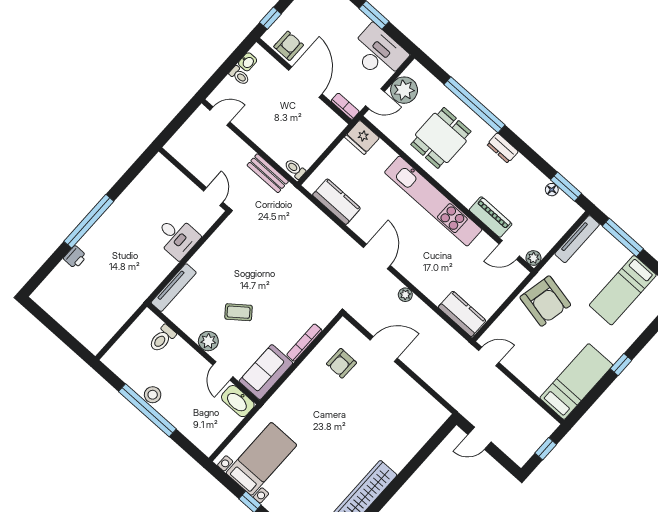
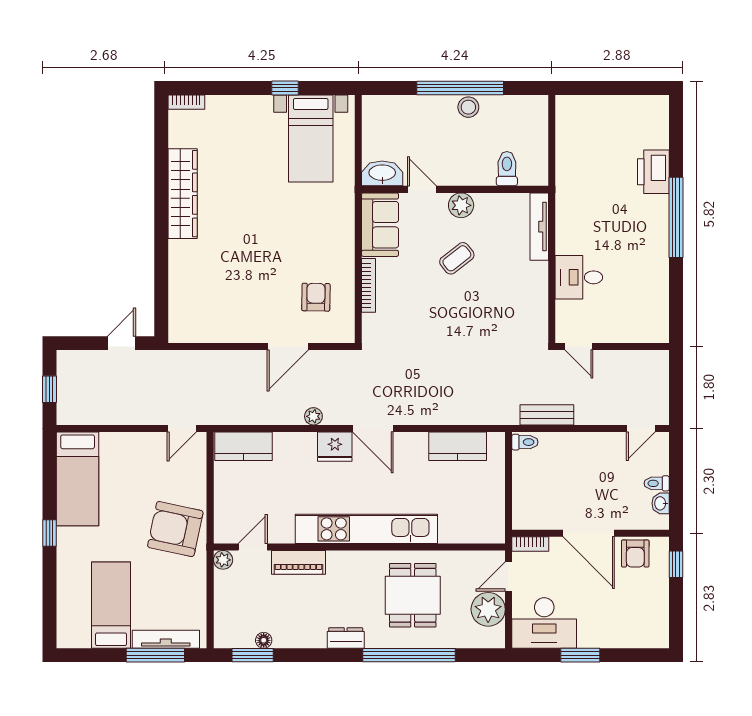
fridge: (362, 137) -> (335, 447), moved, turned 180
tv unit: (577, 239) -> (166, 639), moved, turned 90
printer: (75, 257) -> (653, 172), width x1.87, depth x1.48

